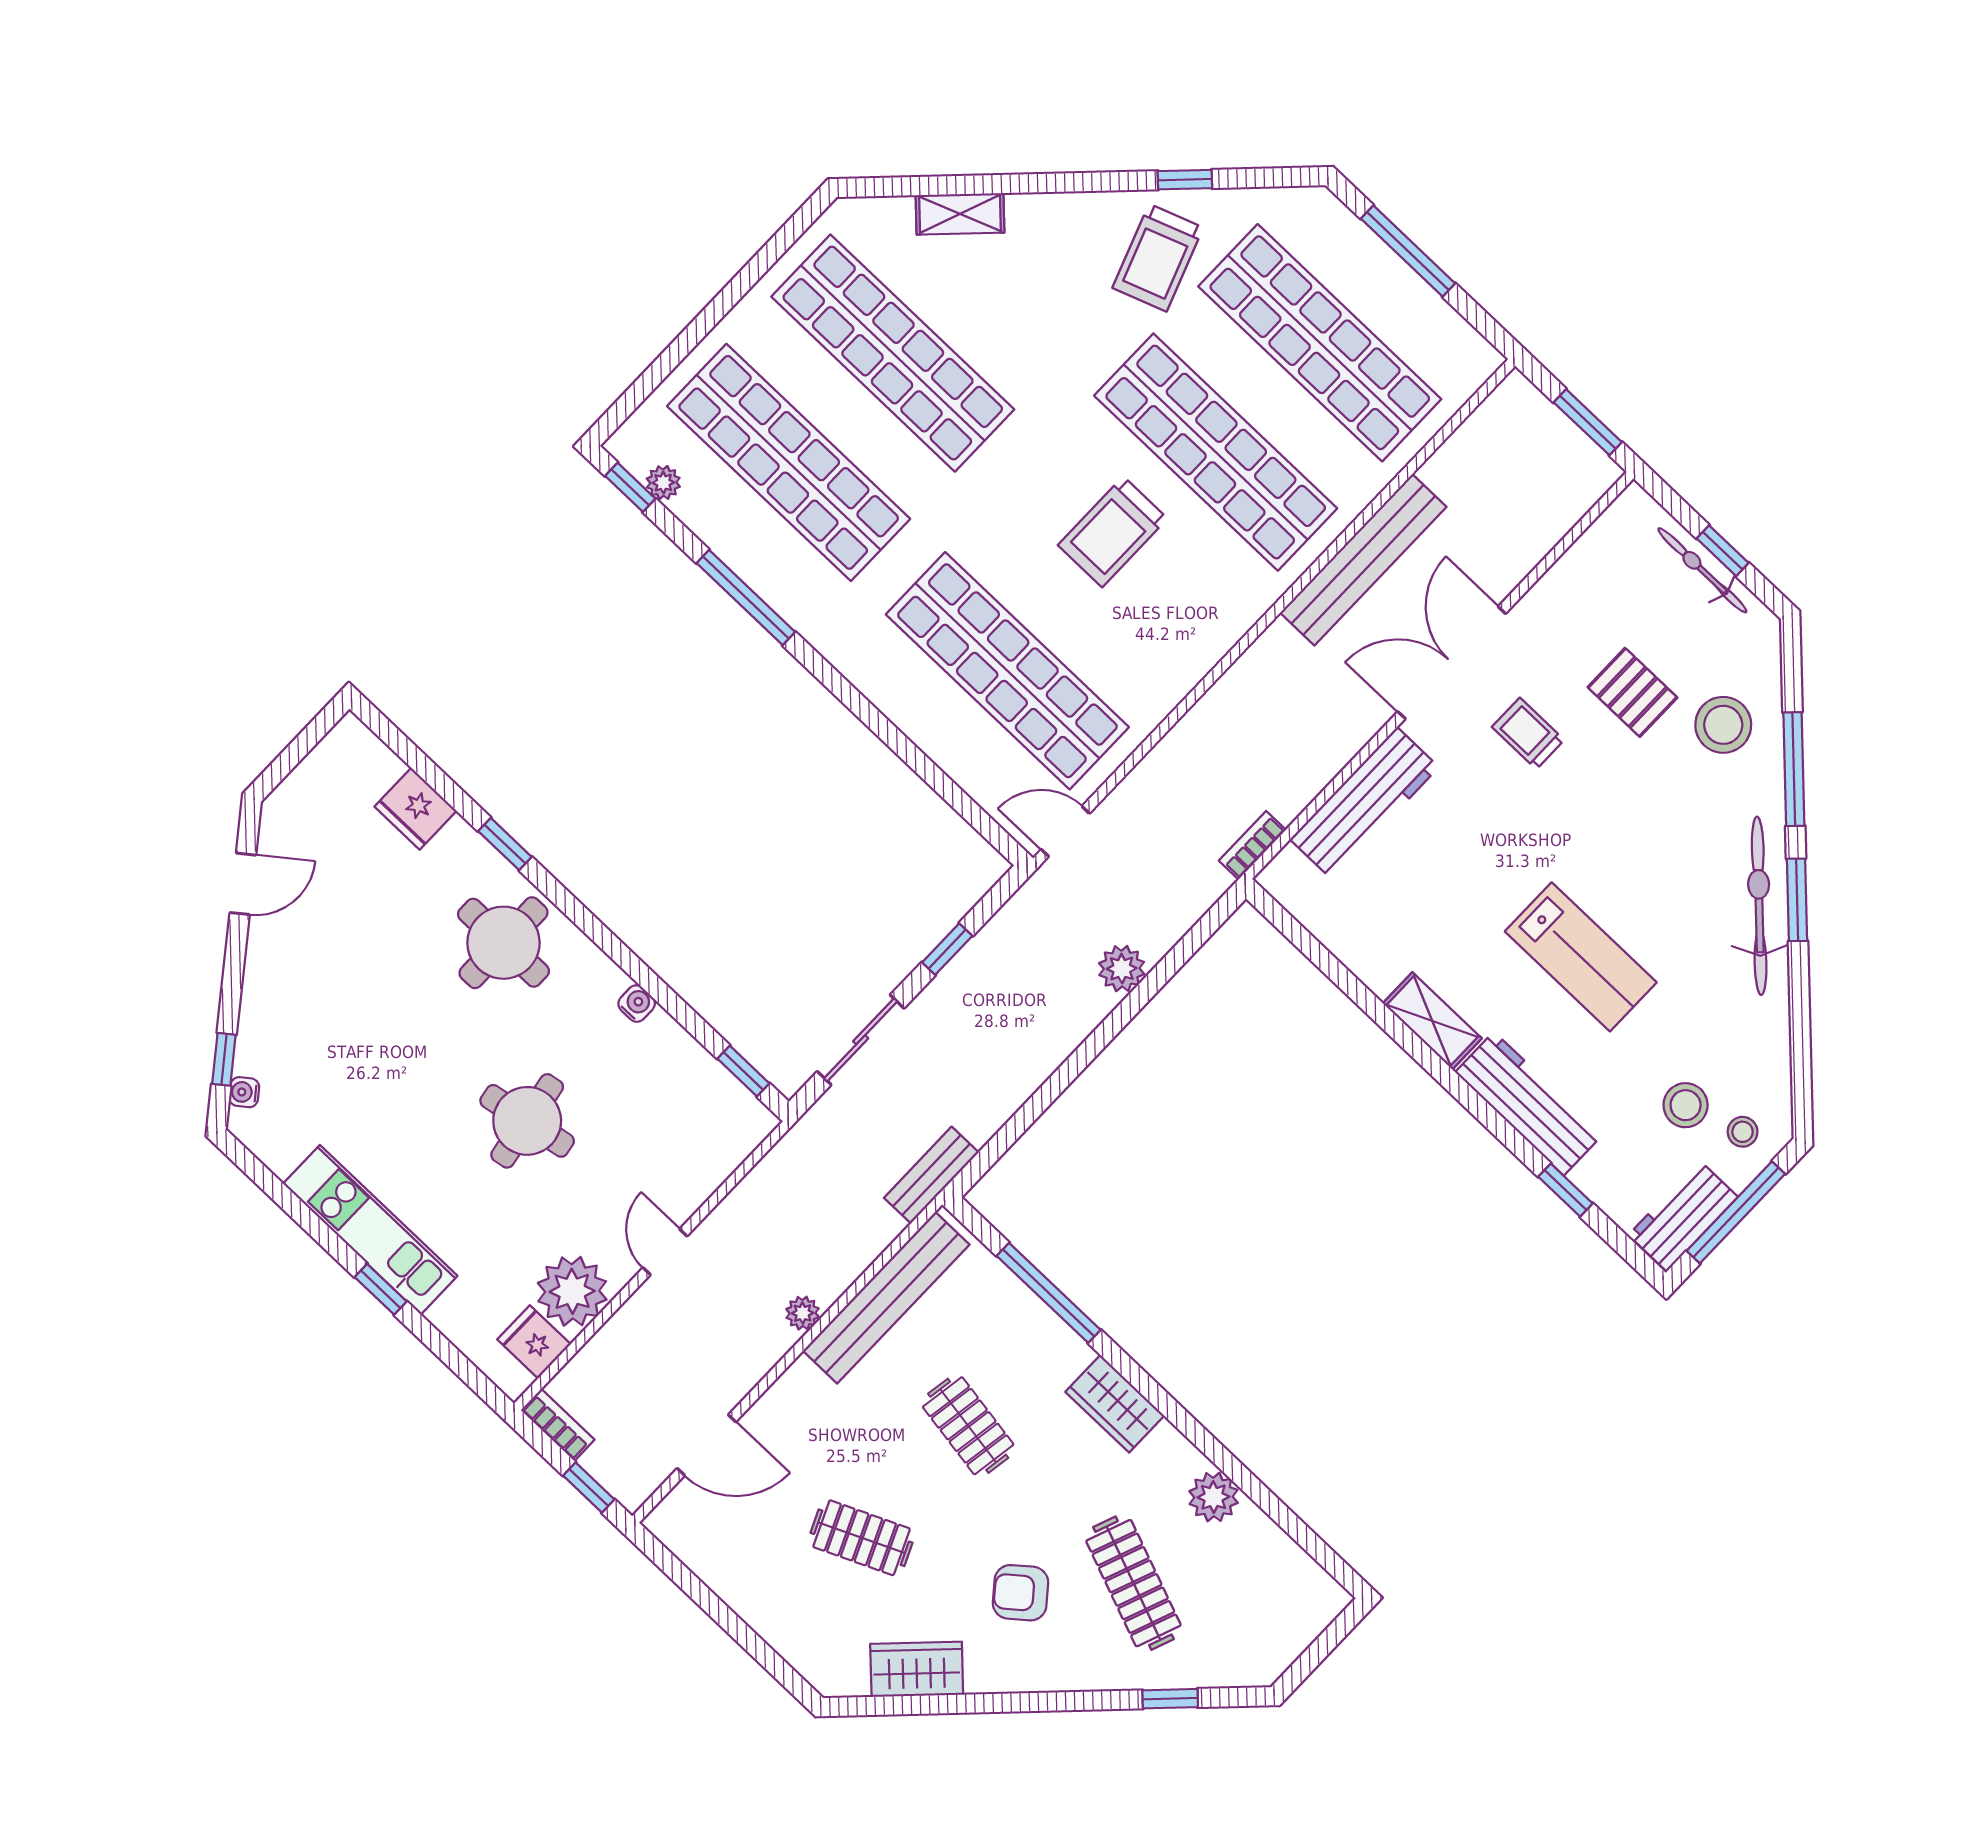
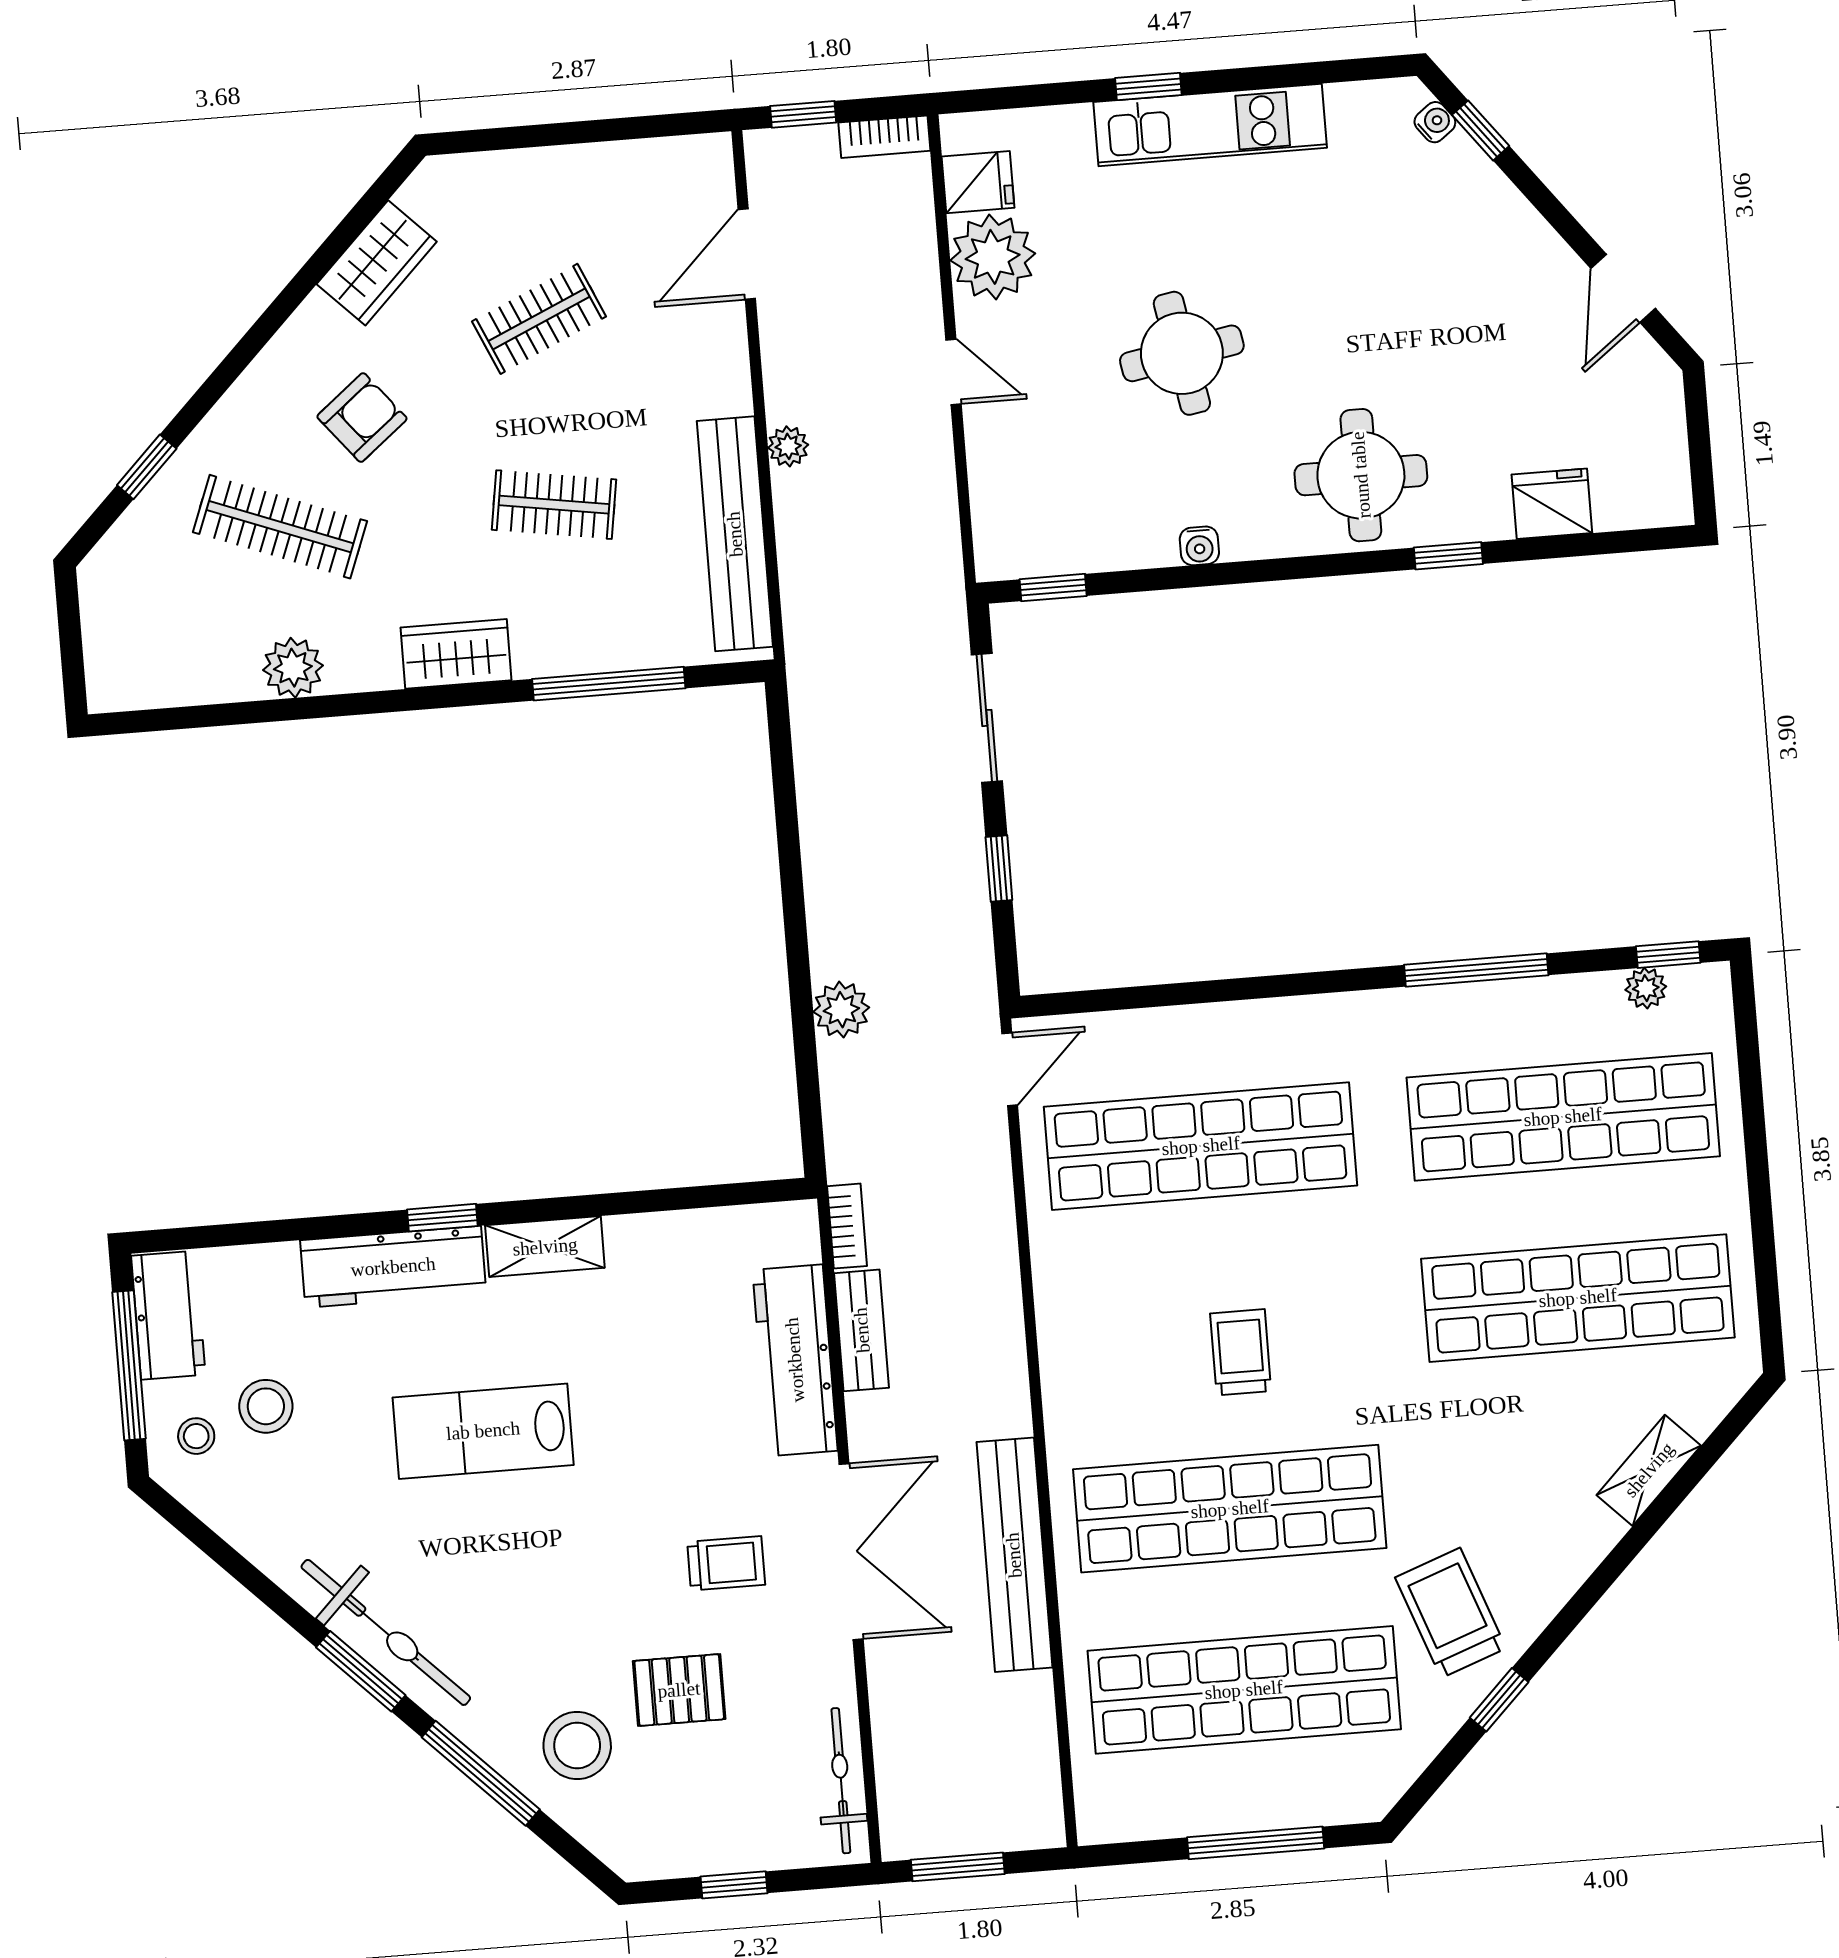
trolley: (1113, 532) -> (1241, 1352), width x0.73, depth x0.72
bicycle: (1702, 570) -> (841, 1781), moved, turned -90
bench: (931, 1175) -> (862, 1330), moved
window: (1565, 1190) -> (442, 1218), moved

